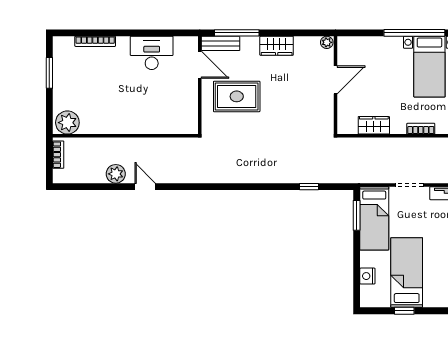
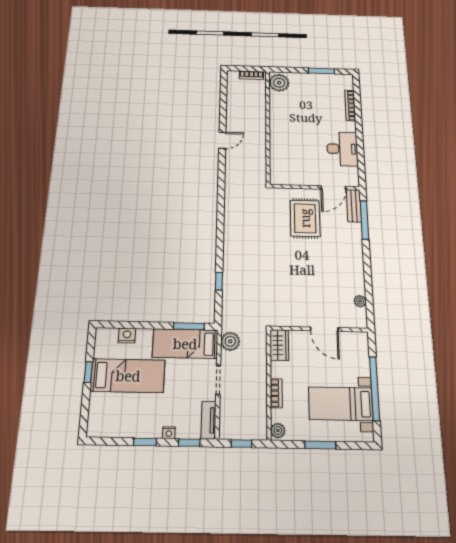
wardrobe: (277, 46) -> (354, 255), removed
door: (335, 80) -> (324, 329), moved
wall: (335, 85) -> (319, 329), moved
plant: (116, 174) -> (230, 341), moved

